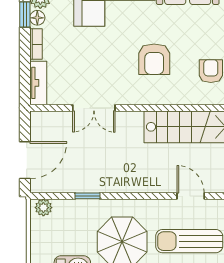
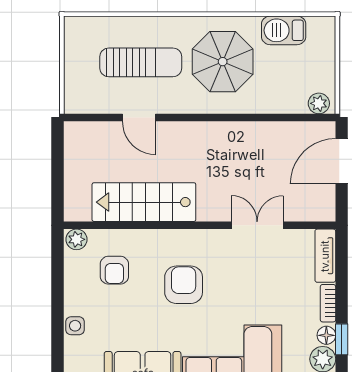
window: (87, 196) -> (265, 118), removed

